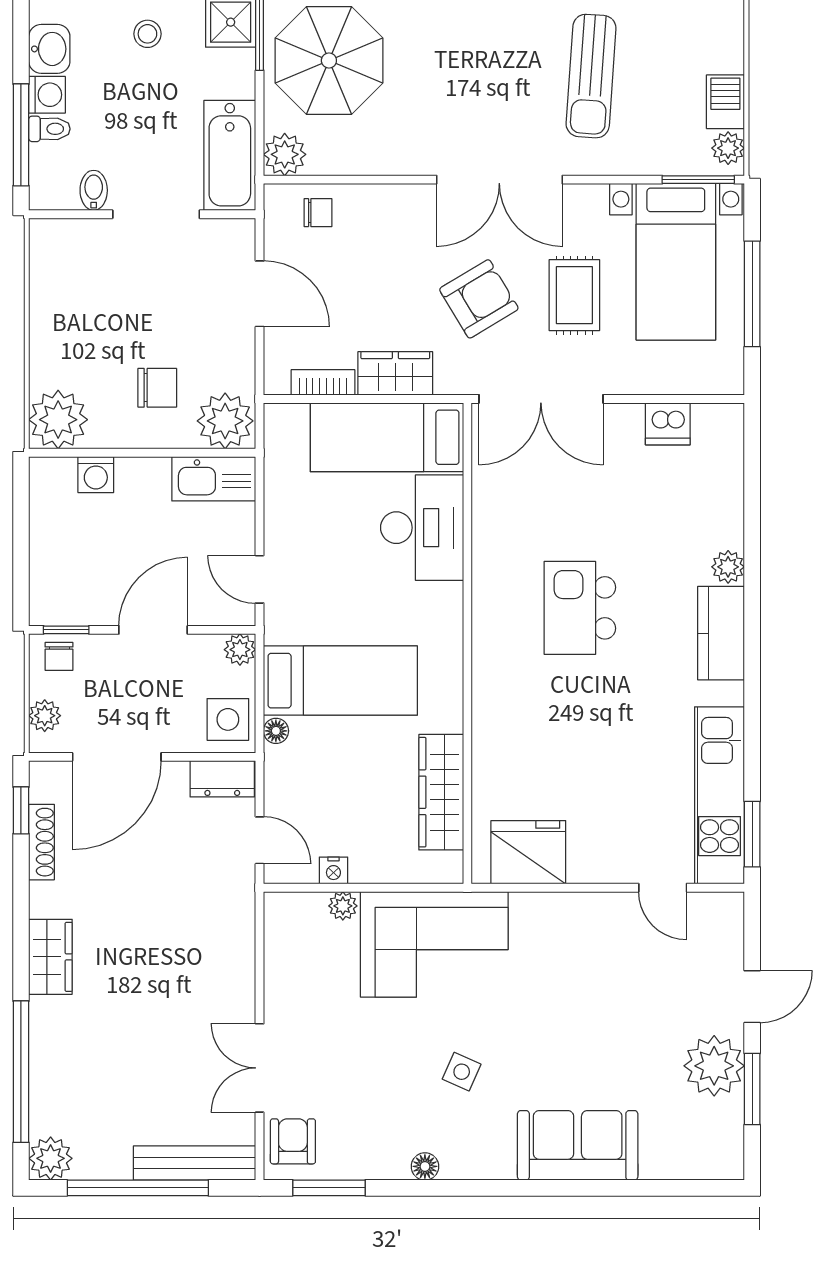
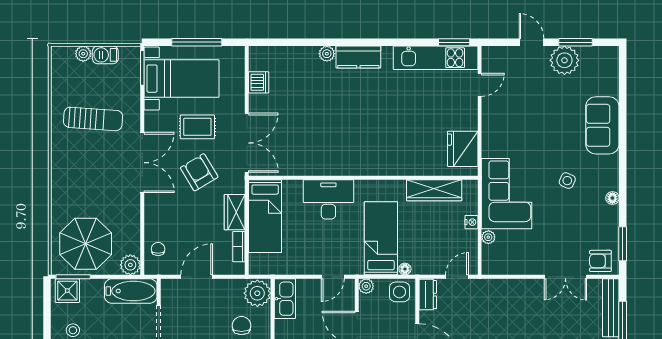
plant: (728, 148) -> (83, 54), moved
desk: (422, 528) -> (328, 199), moved
kitchen island: (580, 608) -> (346, 124), removed
nightstand: (333, 870) -> (471, 222), moved

